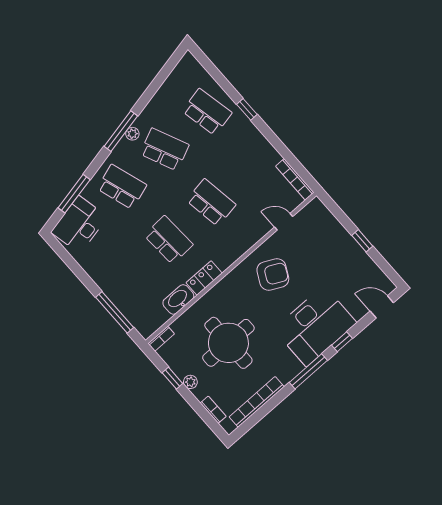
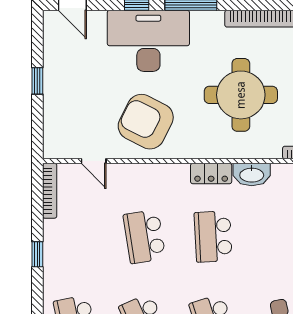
window: (247, 109) -> (37, 254), moved
armchair: (273, 275) -> (146, 122), width x1.36, depth x1.36

